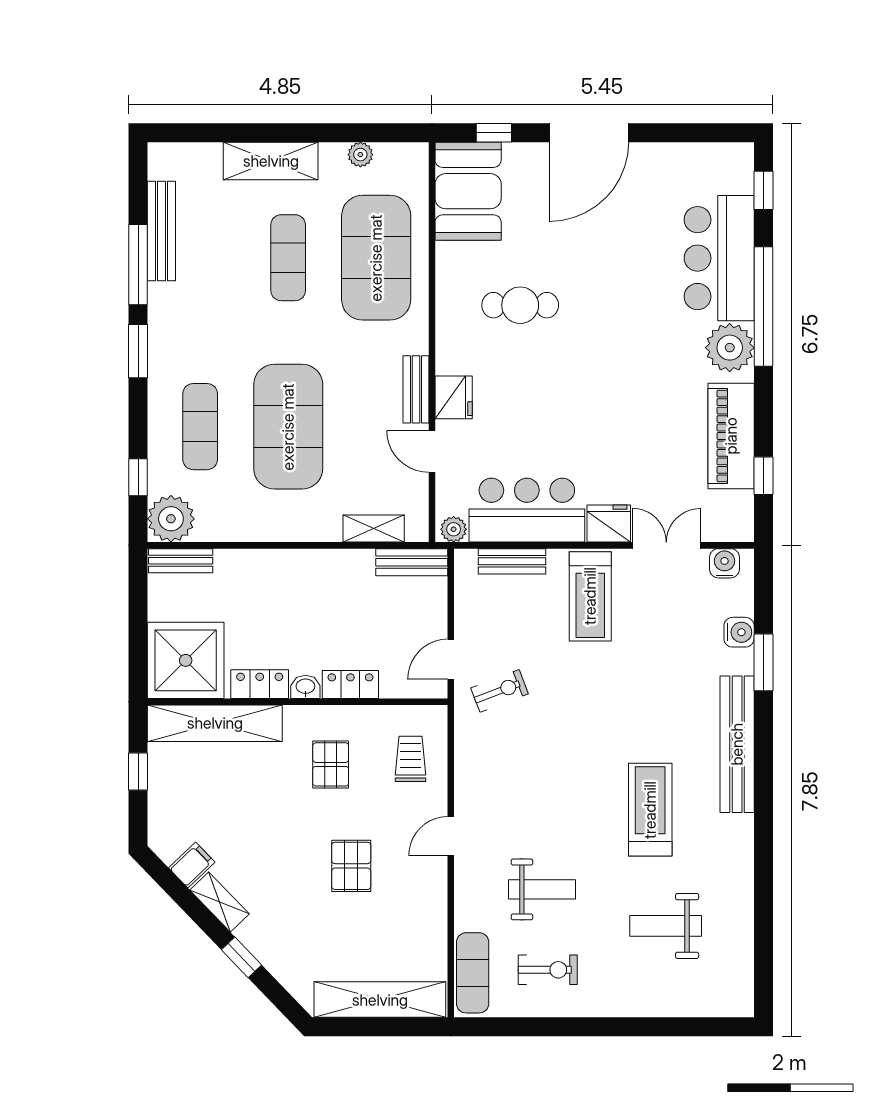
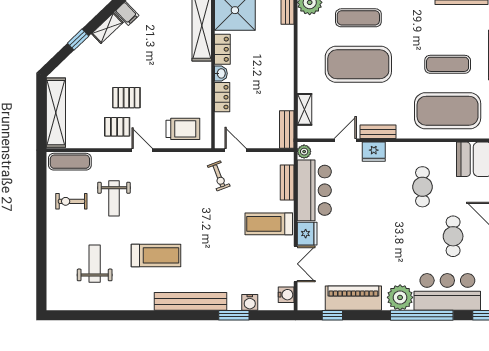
cafe table: (614, 247) -> (453, 236), added
trolley: (411, 759) -> (183, 129), width x1.36, depth x1.39
pallet: (331, 764) -> (117, 127), moved
exercise bike: (548, 970) -> (71, 201), turned 90

